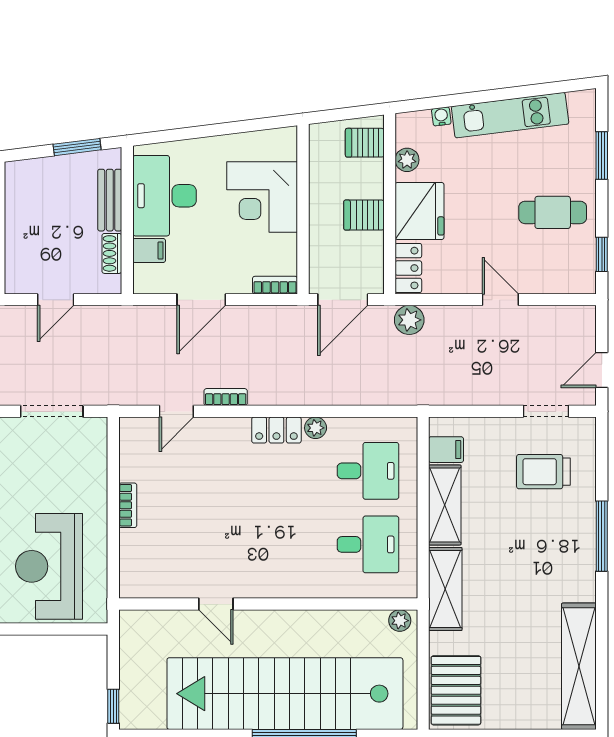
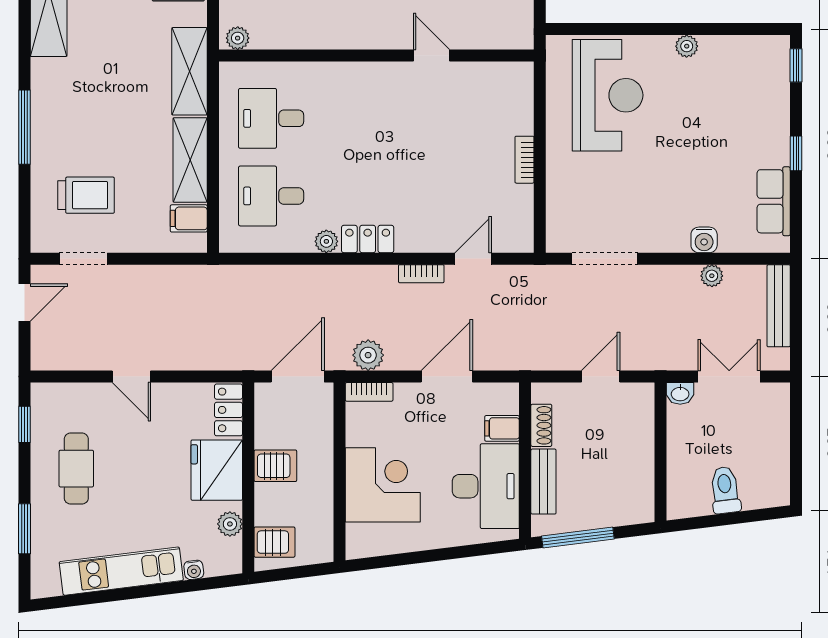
window: (77, 147) -> (578, 537), width x1.44
cafe table: (553, 212) -> (76, 469), turned 90
plant: (409, 320) -> (368, 355), moved

